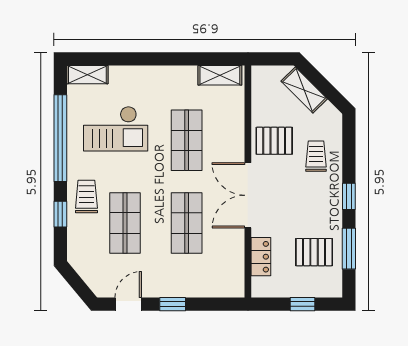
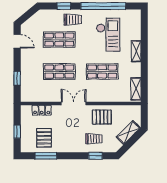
shelving: (87, 75) -> (136, 51), moved
checkout: (116, 129) -> (108, 35), turned 180
pallet: (274, 141) -> (102, 117), turned 90
double door: (248, 195) -> (74, 103), width x0.73
window: (349, 196) -> (95, 156), moved
window: (173, 304) -> (17, 78), moved

